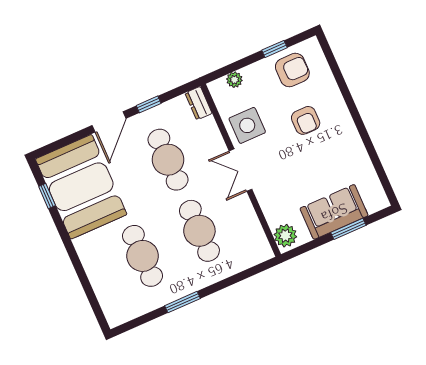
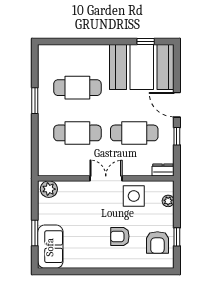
sofa: (334, 212) -> (50, 247), moved

